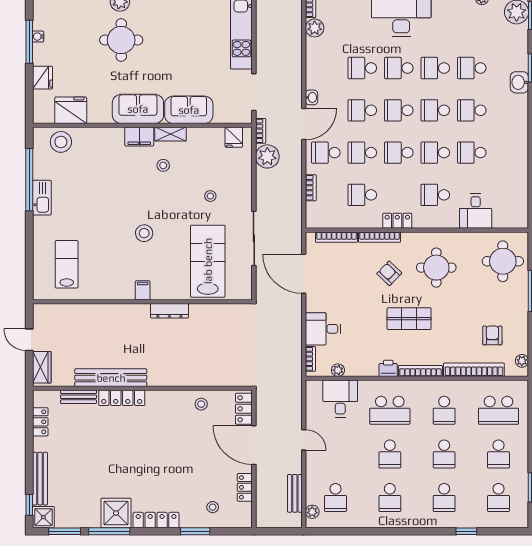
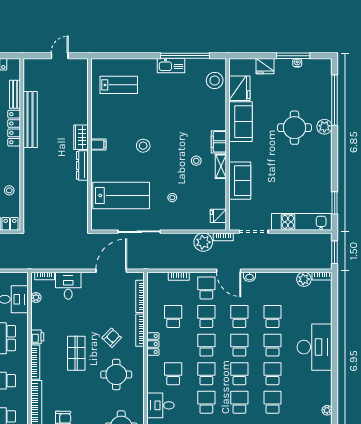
sofa: (138, 109) -> (241, 122), moved
wardrobe: (42, 367) -> (81, 137), moved, turned 90

